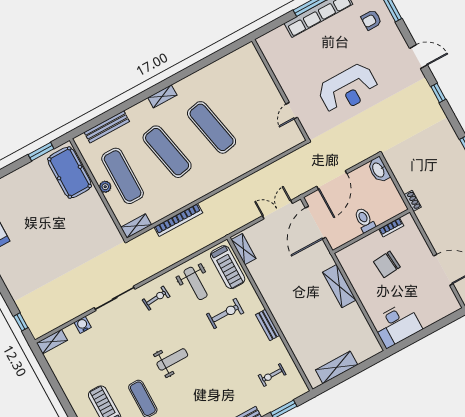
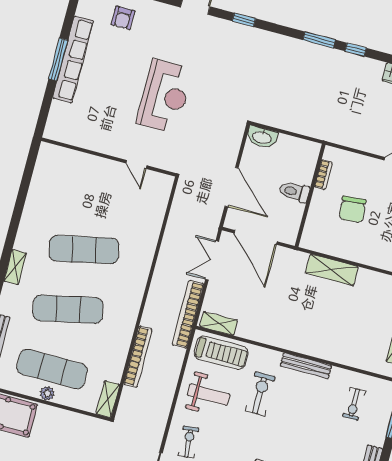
shoe rack: (413, 201) -> (318, 133), removed
bookcase: (232, 226) -> (188, 314), added
bench: (268, 325) -> (306, 366), width x1.36

